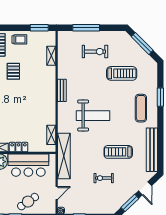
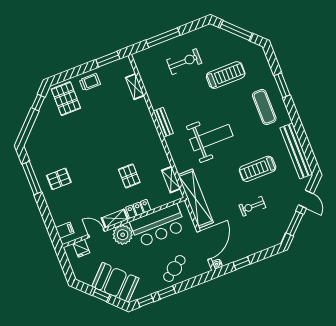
pallet: (13, 71) -> (129, 176), moved
door: (57, 193) -> (204, 245), width x1.88

